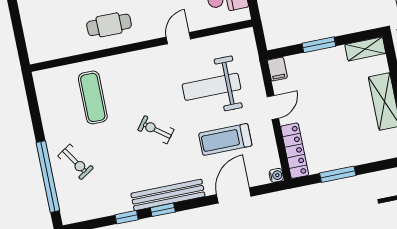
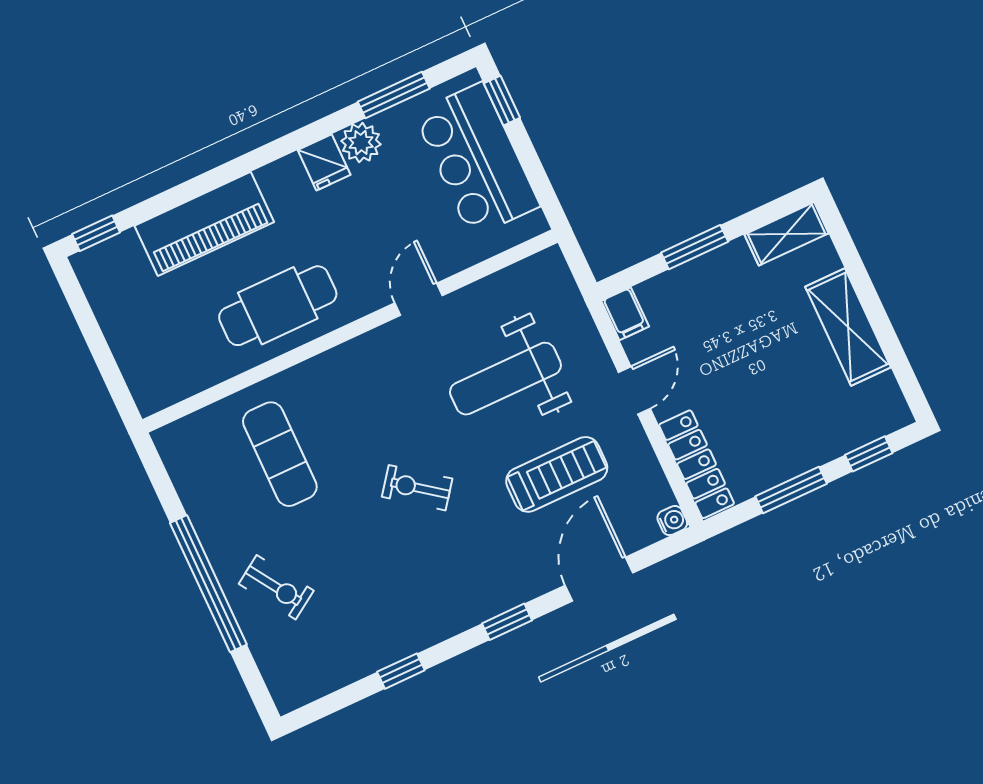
cafe table: (109, 25) -> (278, 306), width x1.37, depth x1.35
treadmill: (225, 139) -> (557, 474), turned 180
window: (380, 166) -> (869, 454), added
window: (48, 177) -> (208, 584), moved
bench: (168, 195) -> (471, 609), removed
window: (163, 210) -> (507, 622), moved

